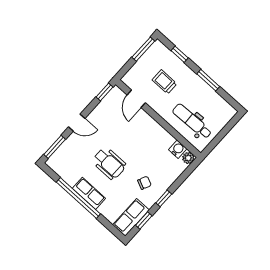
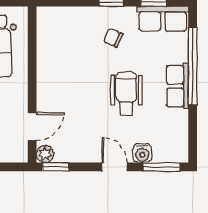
water cooler: (178, 149) -> (142, 153), moved, turned -90
plant: (188, 158) -> (45, 154), moved
window: (78, 198) -> (193, 66), moved

